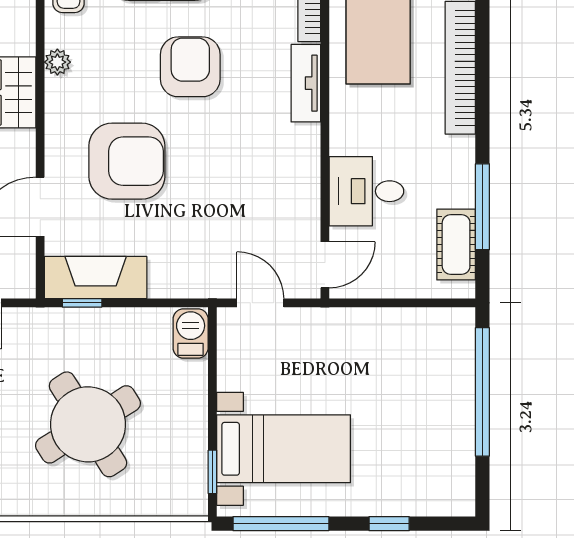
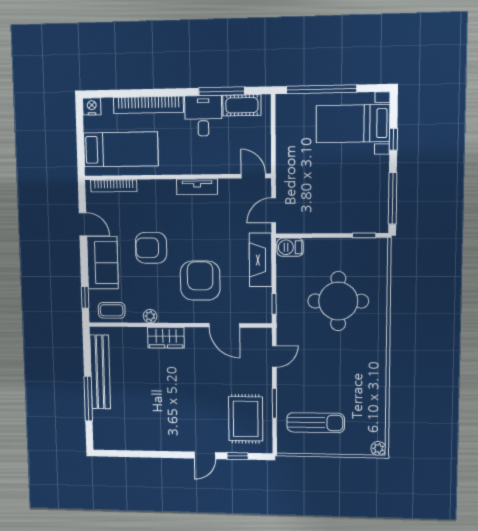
tv unit: (306, 83) -> (197, 187), moved
desk: (366, 191) -> (203, 116), moved, turned 180
fireplace: (96, 277) -> (261, 260), moved
round table: (88, 424) -> (338, 301), turned 32
bed with nightstands: (283, 449) -> (353, 124), moved, turned -90

